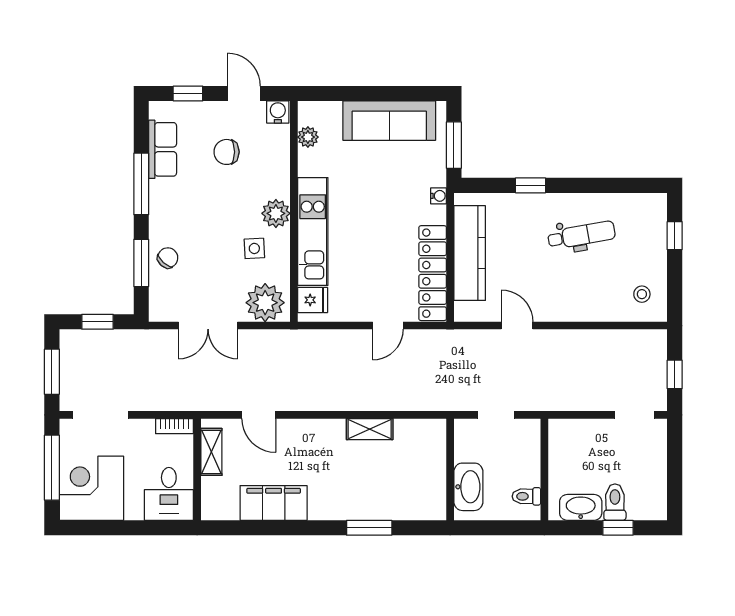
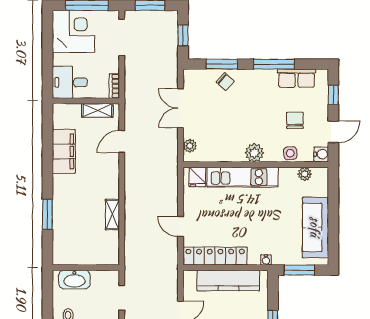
side table: (254, 248) -> (290, 153), moved
plant: (265, 303) -> (190, 146), width x0.53, depth x0.53

